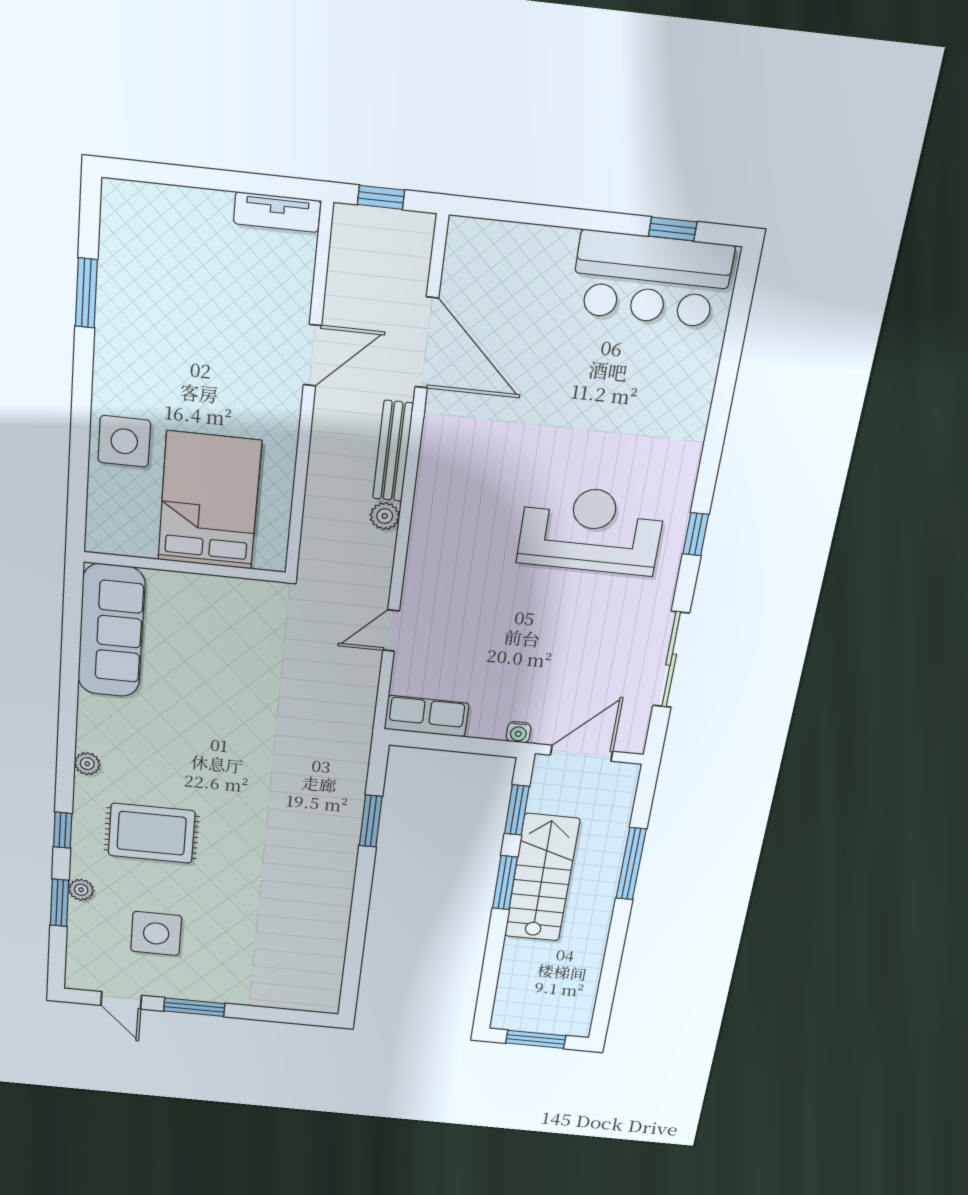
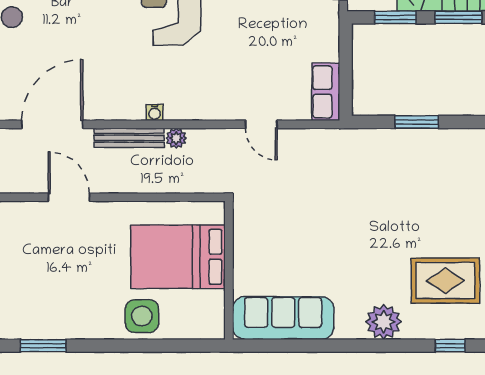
water cooler: (519, 732) -> (155, 112), moved, turned 90
plant: (87, 764) -> (384, 322), width x1.88, depth x1.88
rug: (152, 833) -> (445, 281), turned 90

